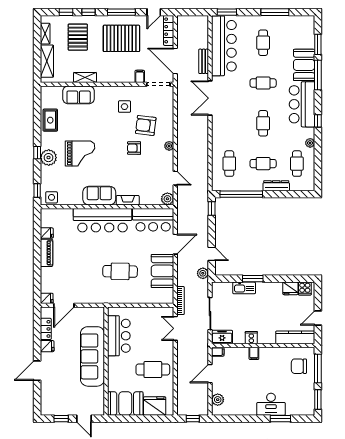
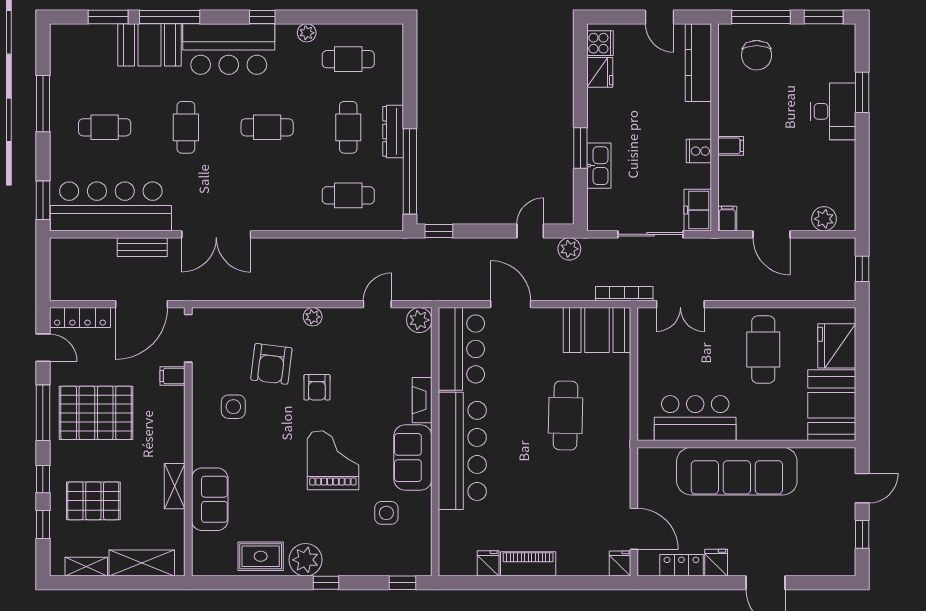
pallet: (121, 38) -> (96, 413), turned 90
grand piano: (80, 153) -> (333, 460), moved
plant: (49, 158) -> (305, 560), moved
dresser: (276, 186) -> (393, 131), moved
side table: (52, 197) -> (386, 513), moved
booth: (162, 271) -> (597, 330), moved

